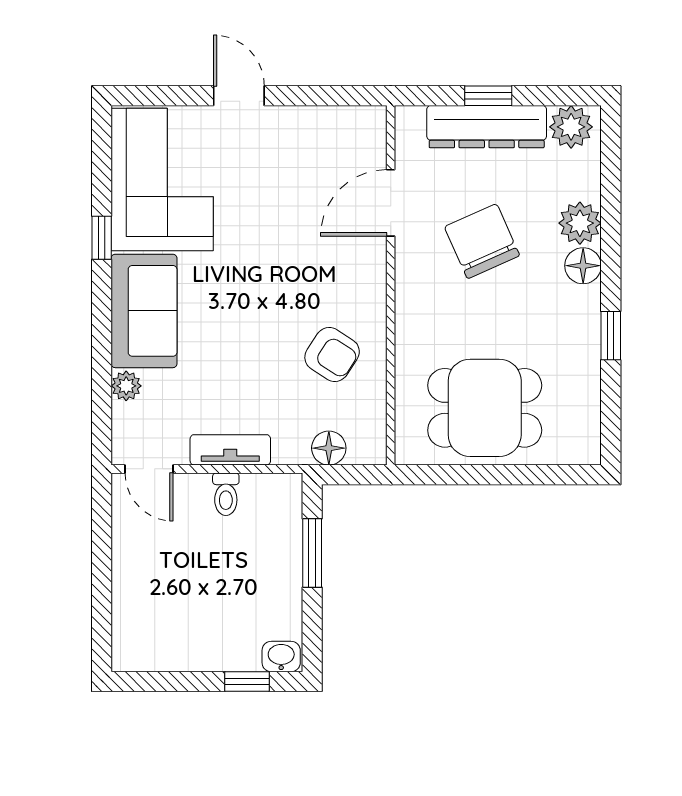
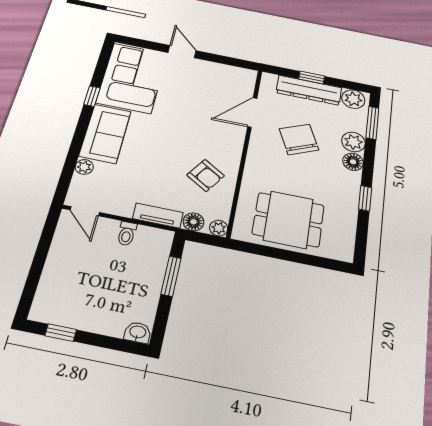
window: (611, 172) -> (372, 123), added
tv unit: (230, 450) -> (158, 216), moved
plant: (372, 450) -> (219, 228), added
window: (247, 681) -> (61, 333), moved

